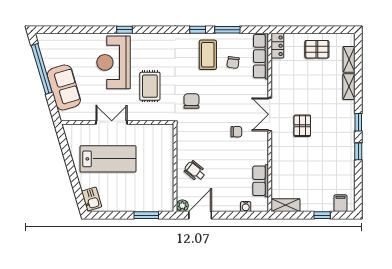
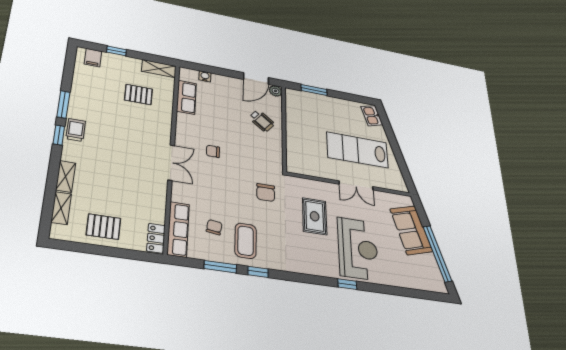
pallet: (302, 126) -> (139, 94), moved, turned 90
trolley: (346, 130) -> (76, 130), added
window: (358, 151) -> (63, 104), width x1.50

